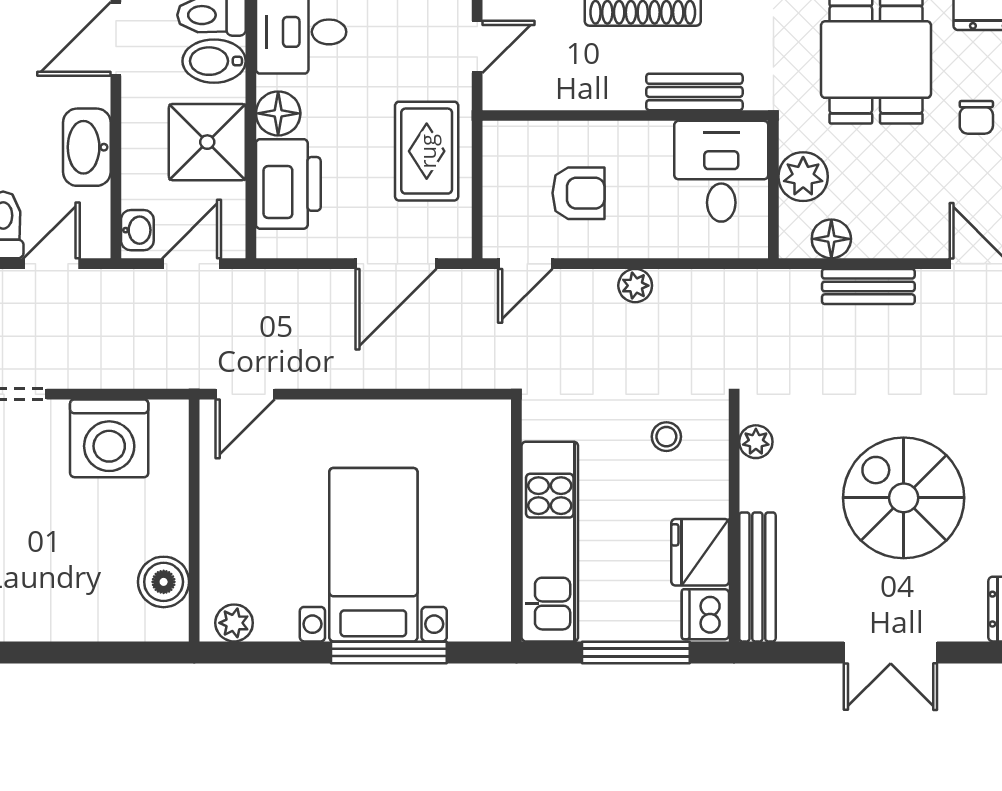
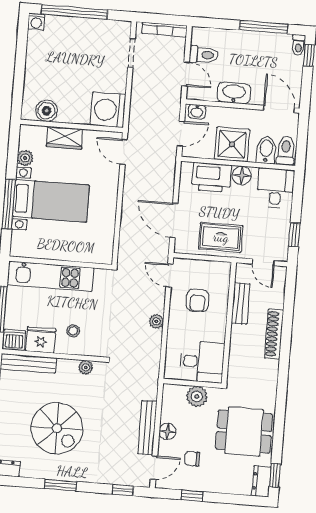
bench: (694, 92) -> (241, 303), moved
chair: (976, 117) -> (192, 459), moved
floor lamp: (831, 239) -> (167, 432), moved
door: (192, 264) -> (181, 134), hinge flipped
bench: (868, 286) -> (147, 428), width x1.36
stool: (666, 437) -> (73, 331), moved
washing machine: (109, 438) -> (108, 110), moved
spiral stairs: (904, 498) -> (57, 428), turned 90
wardrobe: (223, 534) -> (65, 138), added
plant: (234, 623) -> (25, 158), moved

